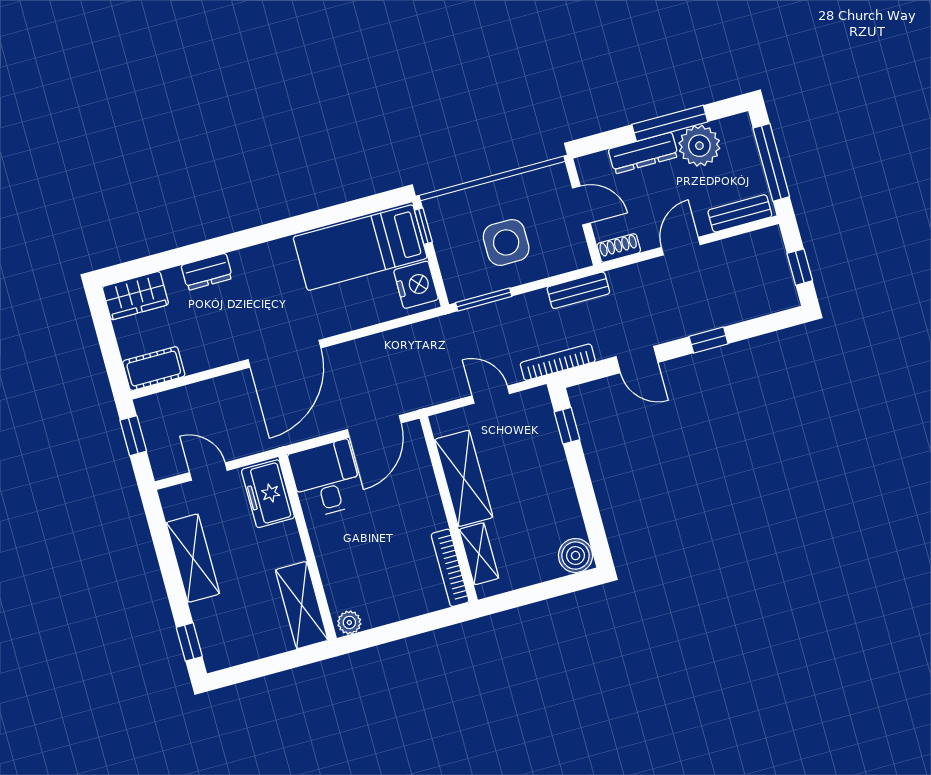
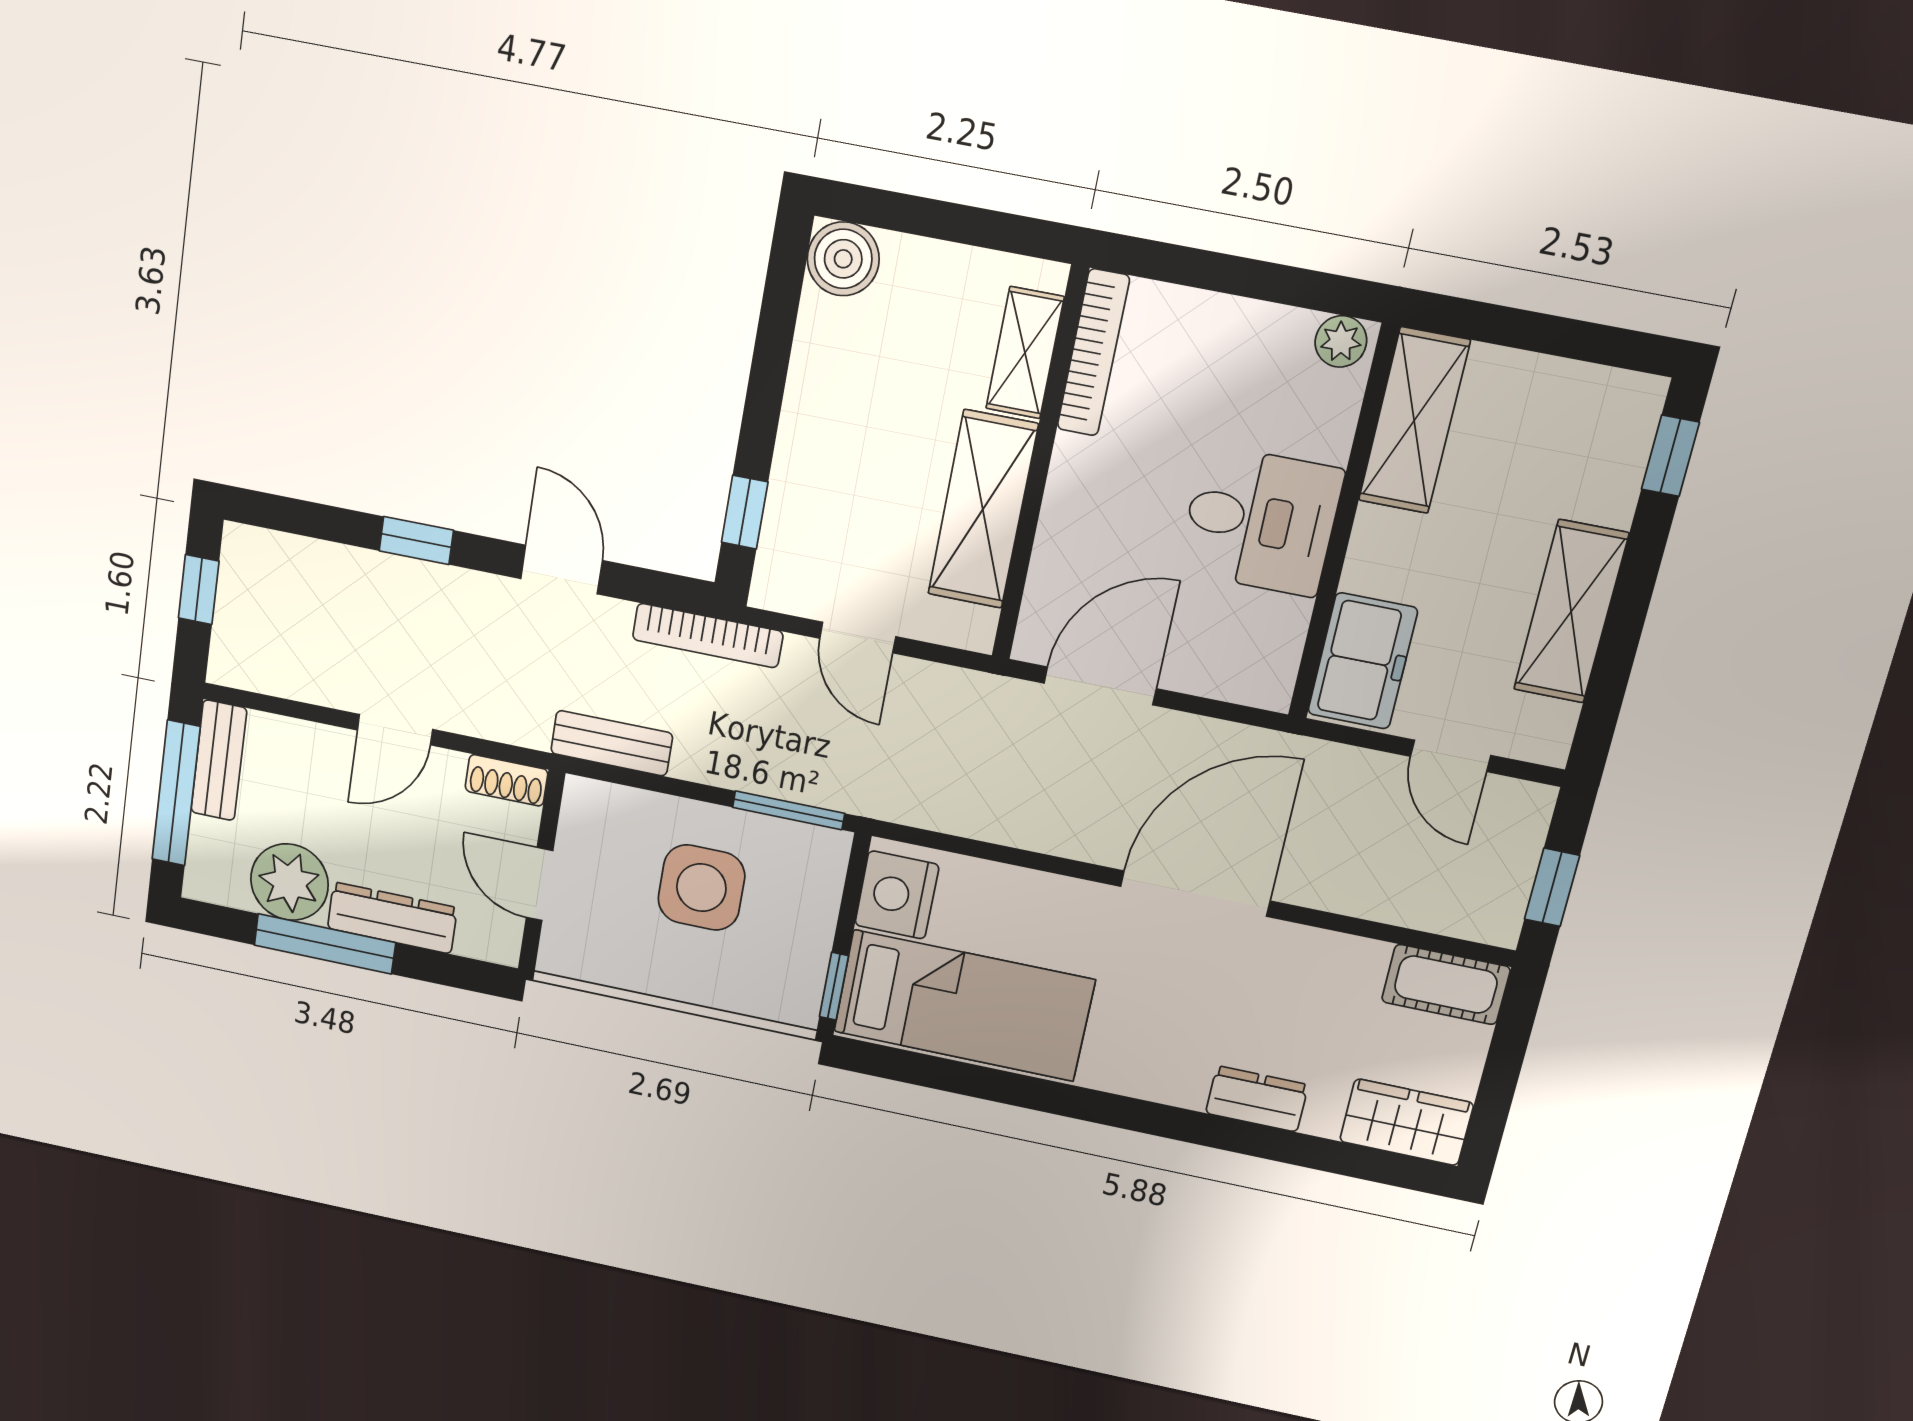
bench: (740, 213) -> (219, 760), moved, turned 90
desk: (326, 479) -> (1260, 521), moved, turned -90

